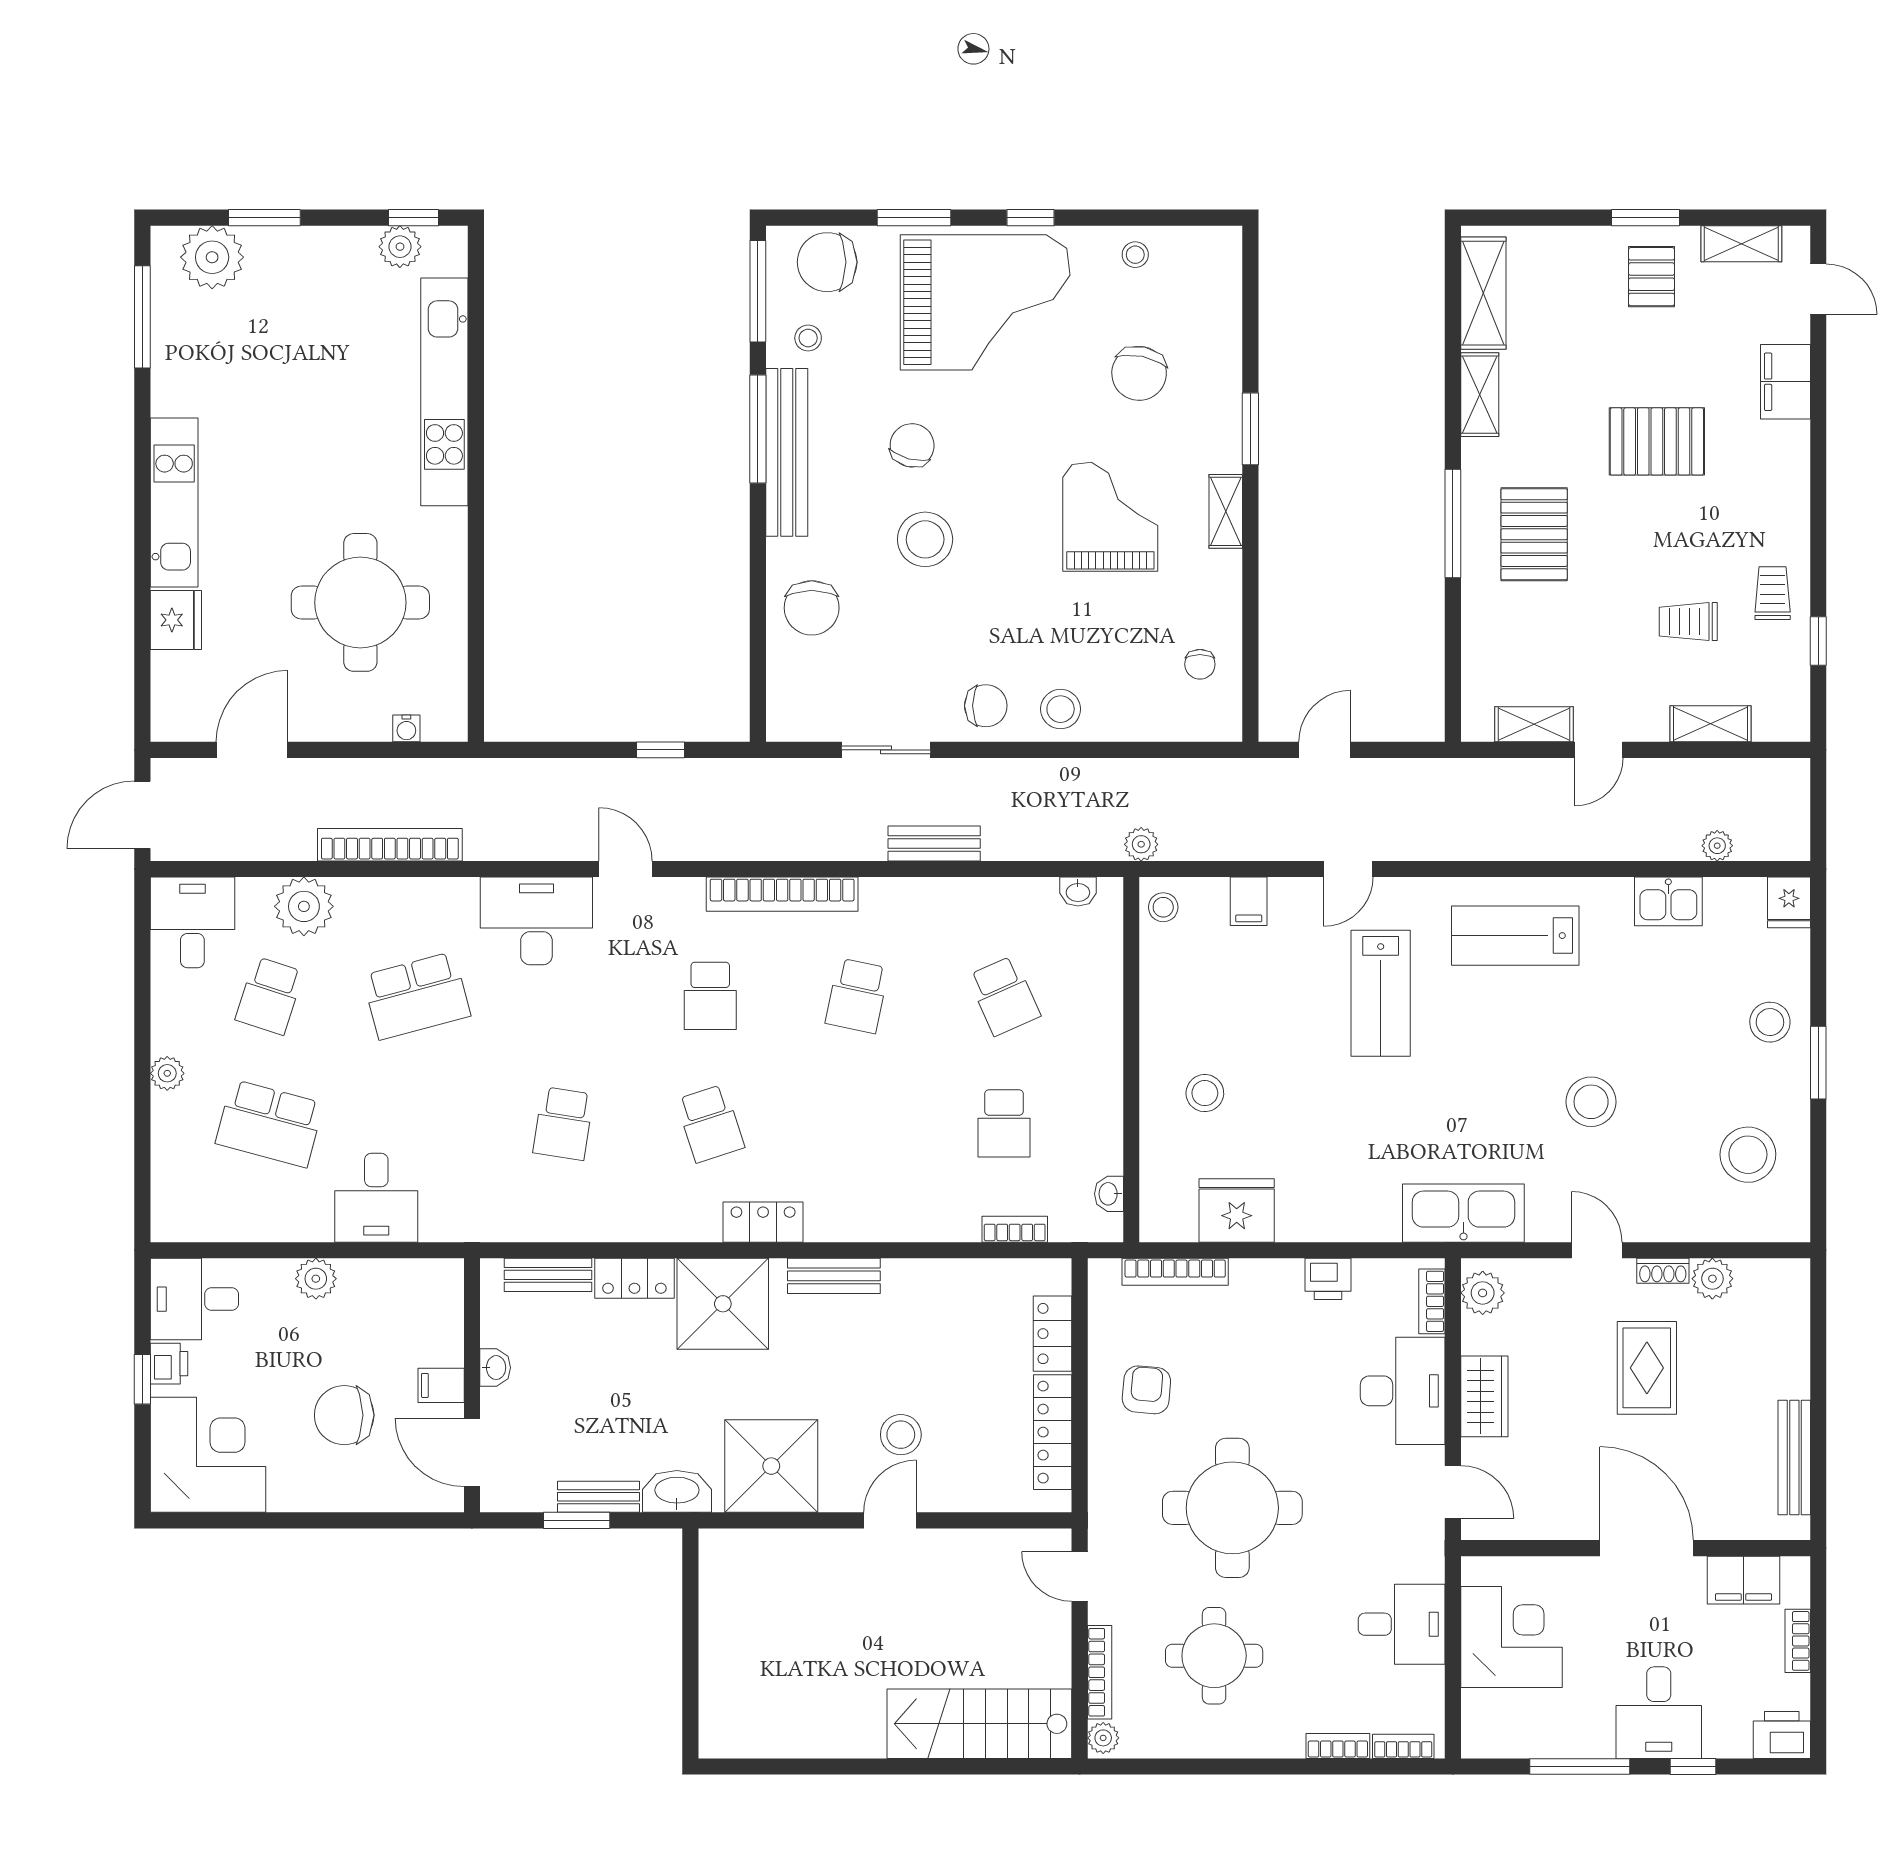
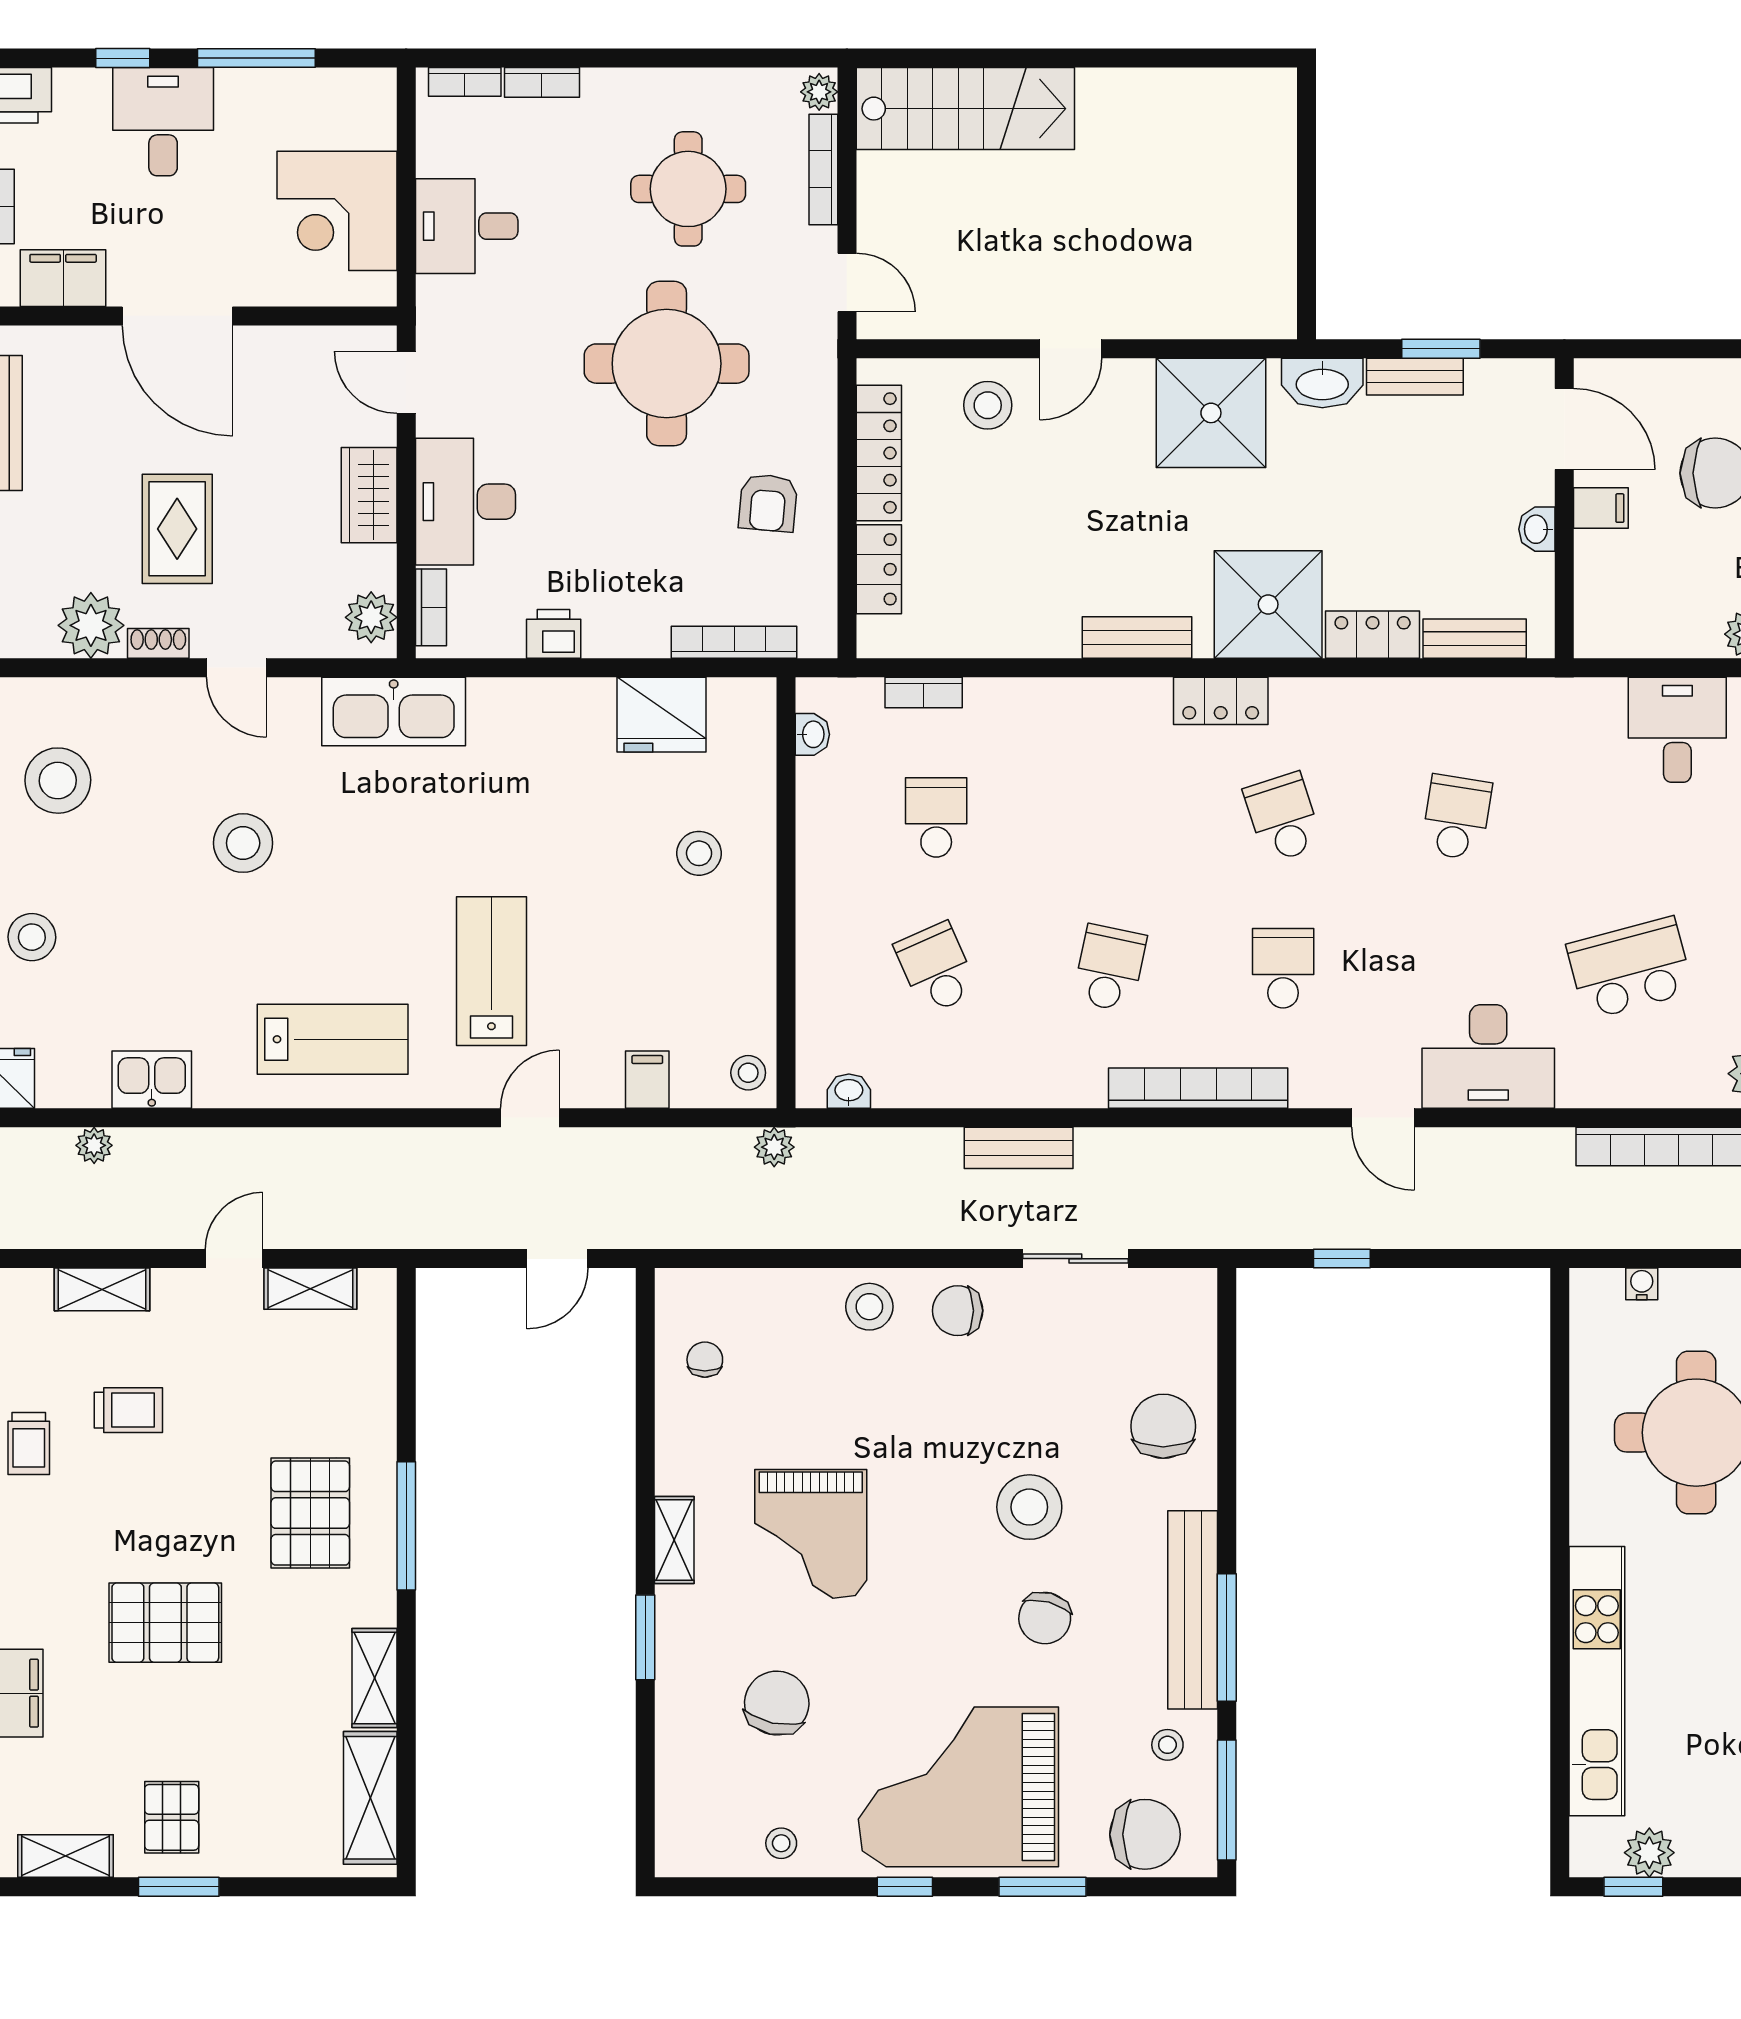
plant: (1712, 1279) -> (91, 625), width x1.36, depth x1.36
stool: (901, 1435) -> (988, 405), moved

